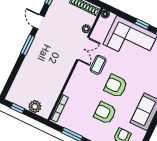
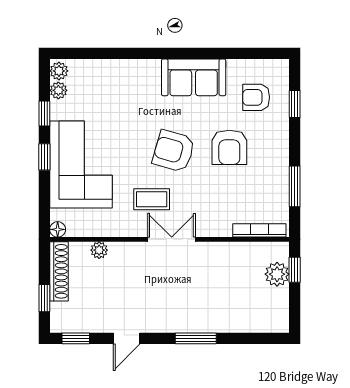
window: (28, 45) -> (196, 338), moved
double door: (83, 49) -> (172, 239), moved
armchair: (116, 86) -> (174, 151), turned 106
window: (18, 108) -> (295, 270), moved

